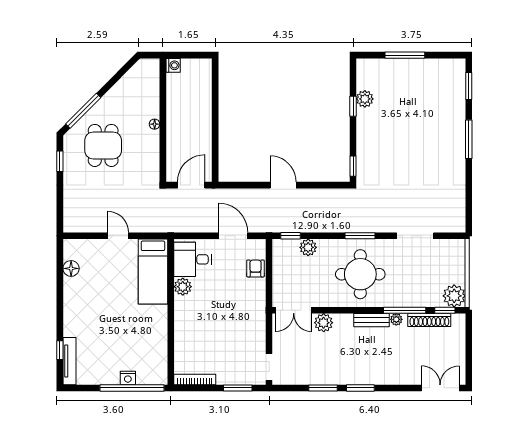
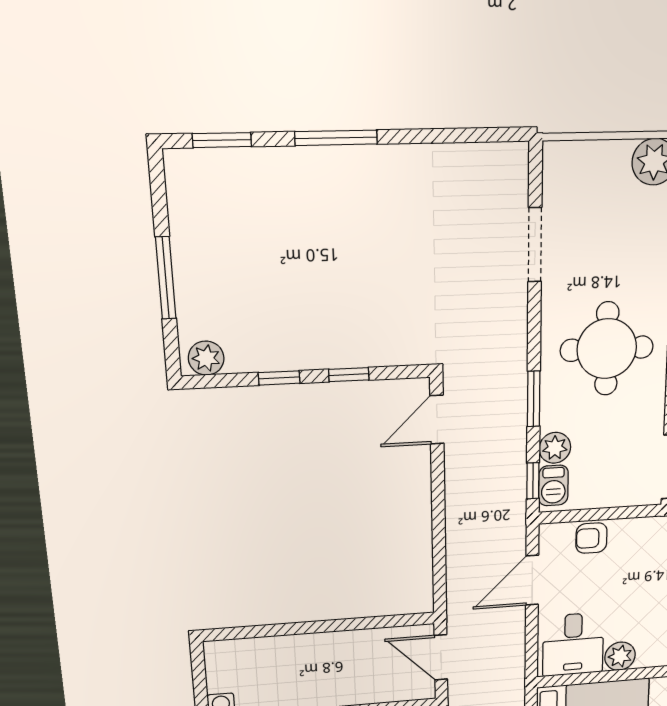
plant: (365, 99) -> (206, 358), moved
window: (353, 166) -> (349, 375), moved
door: (283, 185) -> (437, 420), moved
window: (360, 236) -> (534, 399), moved
barbecue: (287, 247) -> (553, 485), added

